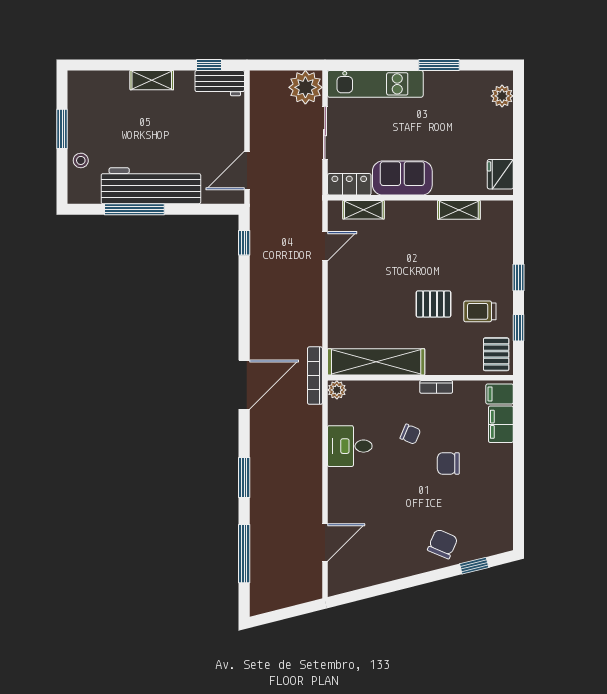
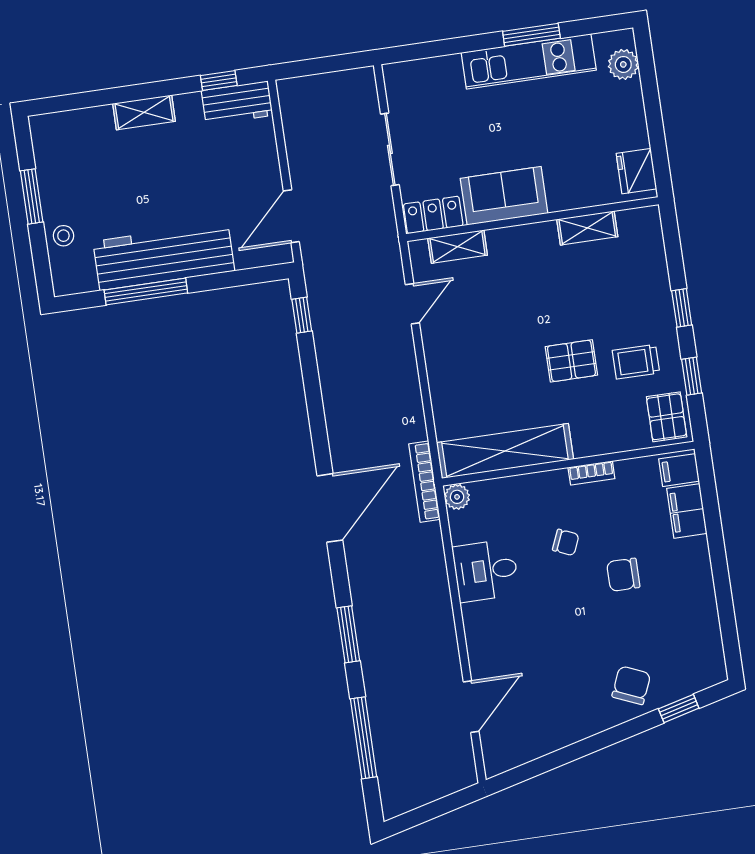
kitchen unit: (375, 84) -> (529, 61), moved
plant: (305, 87) -> (354, 92), removed

